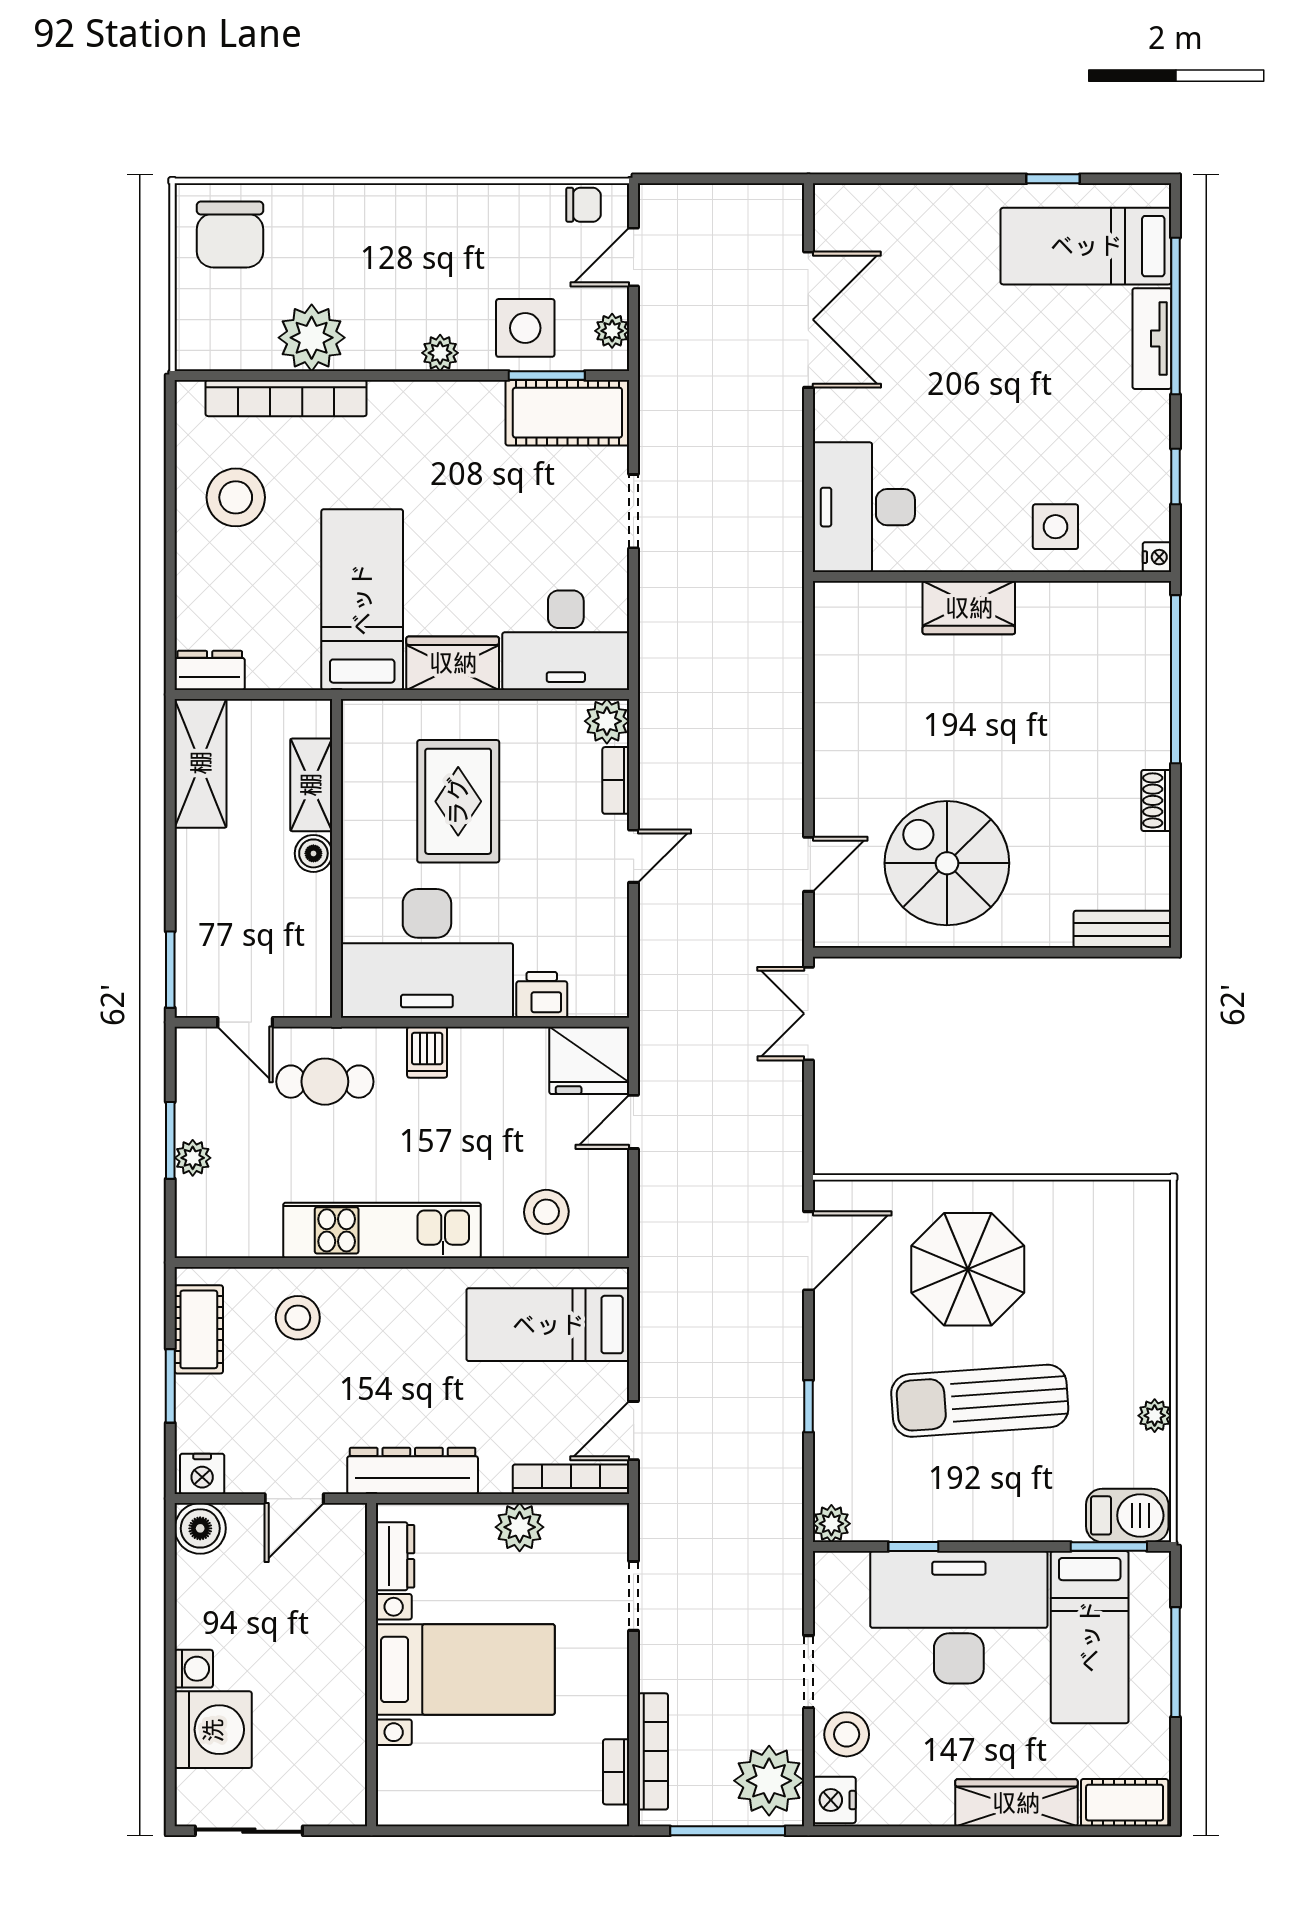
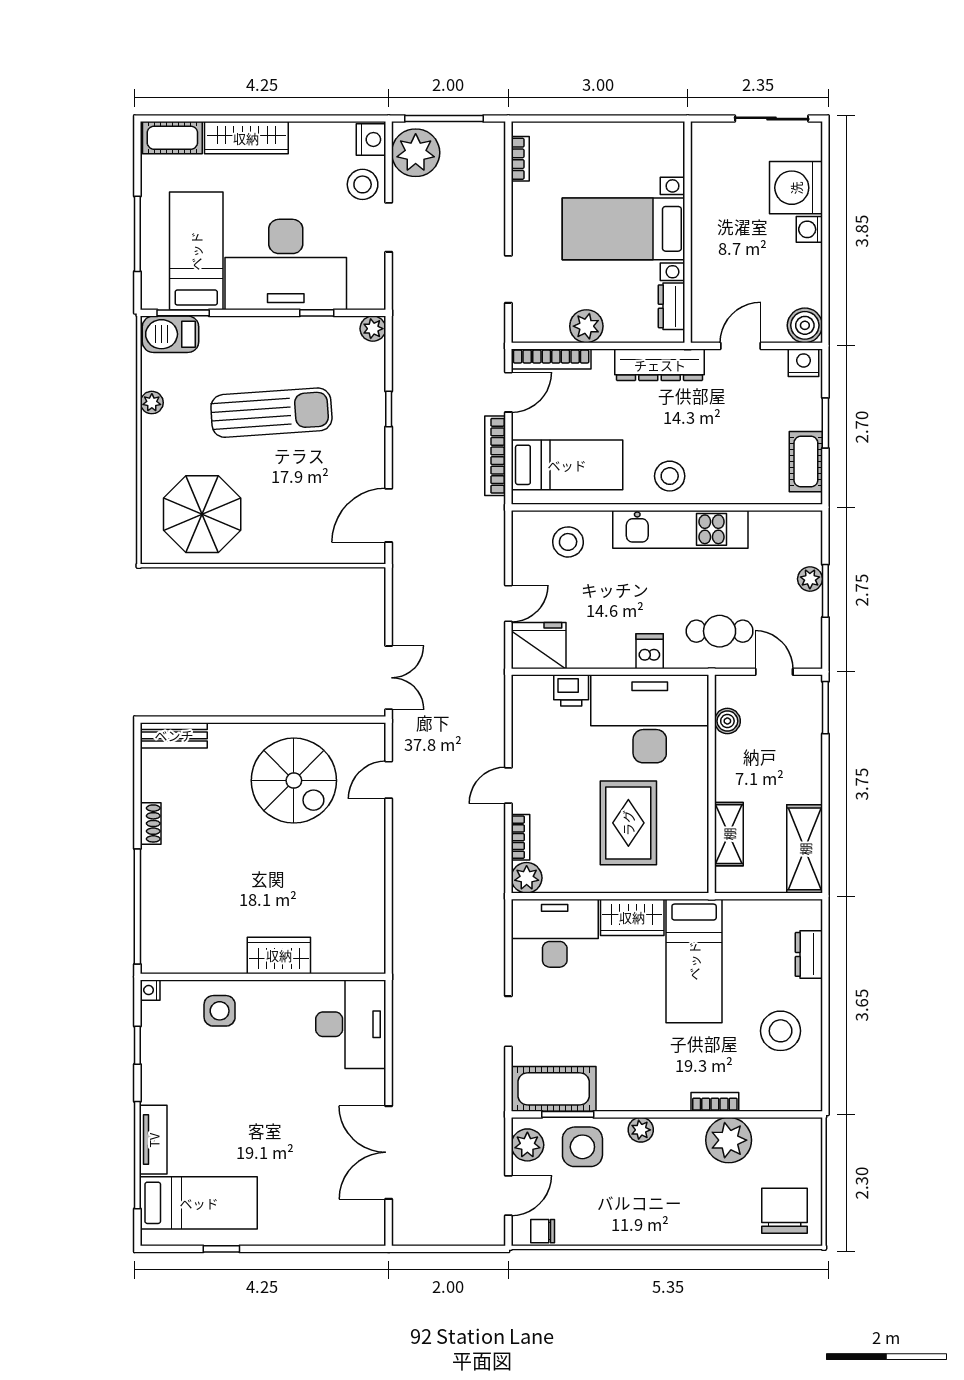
plant: (612, 331) -> (527, 1145), width x1.38, depth x1.38
bookcase: (286, 398) -> (715, 1102), width x0.43, depth x0.76
dresser: (210, 670) -> (809, 954), moved, turned 90
boiler: (313, 853) -> (727, 721), moved
parasol: (968, 1269) -> (202, 514), moved
stool: (298, 1318) -> (670, 476), moved
bookcase: (653, 1751) -> (495, 456), moved

